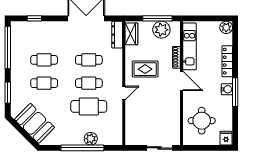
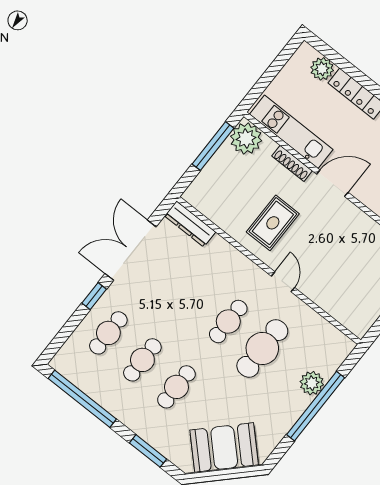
window: (34, 18) -> (94, 296), moved
plant: (226, 27) -> (322, 69), moved
plant: (161, 30) -> (246, 138), moved
wardrobe: (131, 34) -> (206, 202), removed
cafe table: (89, 60) -> (108, 333), moved

